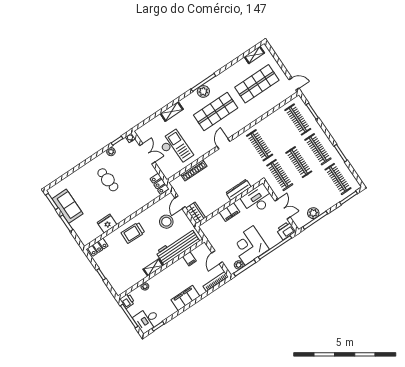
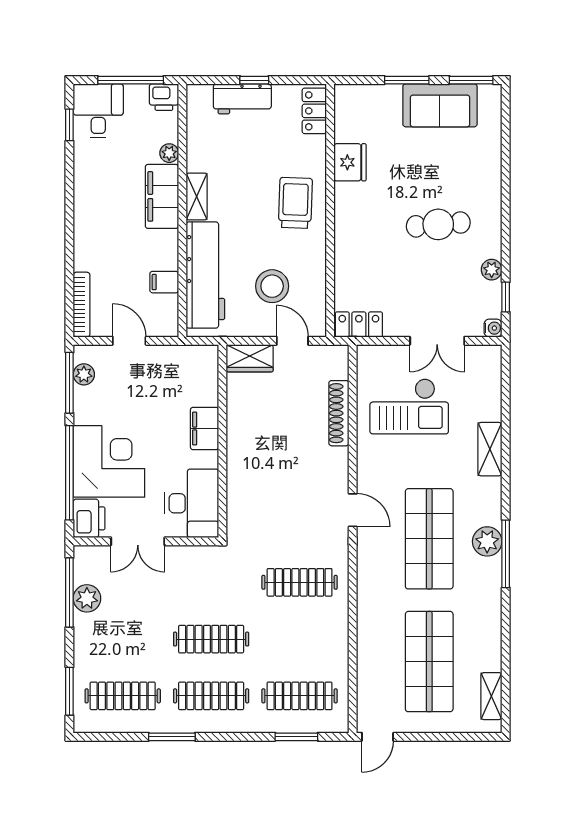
clothes rail: (280, 175) -> (211, 582), removed
dresser: (238, 190) -> (238, 477), removed
corner desk: (249, 246) -> (109, 461), moved
workbench: (110, 274) -> (242, 99), added
filing cabinet: (185, 298) -> (162, 196), moved, turned 180

